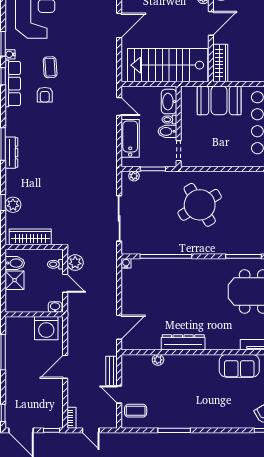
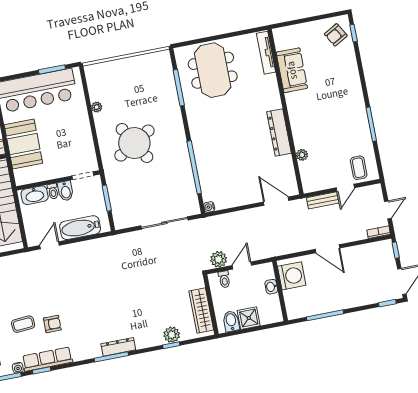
plant: (134, 176) -> (97, 107), moved
washbasin: (55, 307) -> (271, 287), moved

